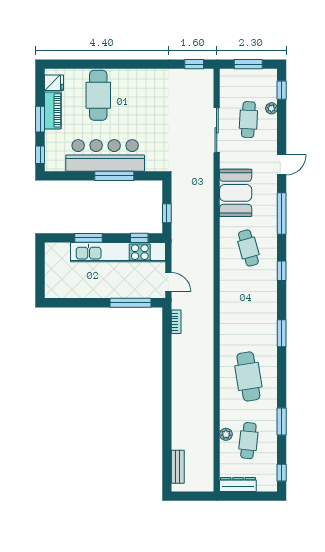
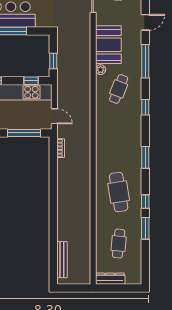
cafe table: (248, 248) -> (119, 89), turned 36
plant: (226, 434) -> (101, 70), moved
bench: (178, 467) -> (62, 260), width x1.36
window: (282, 473) -> (145, 202), moved

